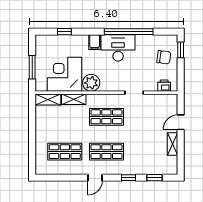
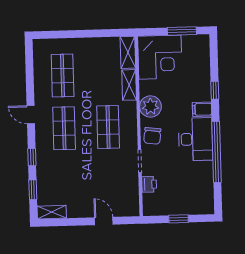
window: (64, 32) -> (215, 90), moved
window: (181, 50) -> (179, 219), moved
chair: (164, 57) -> (152, 136), moved
window: (32, 67) -> (182, 31), moved
corner desk: (65, 74) -> (160, 57), moved, turned 90
printer: (164, 86) -> (149, 184), moved
shelving: (173, 144) -> (52, 212), moved

